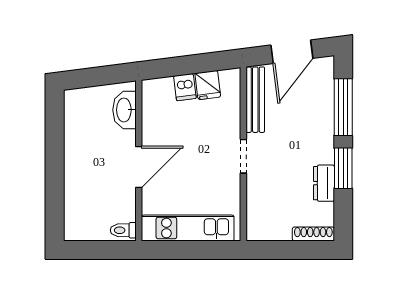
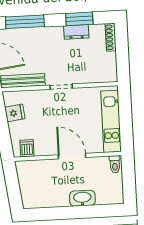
dishwasher: (185, 87) -> (27, 148), moved, turned -83
washbasin: (125, 110) -> (82, 198), moved, turned 180
window: (343, 168) -> (79, 19), moved

